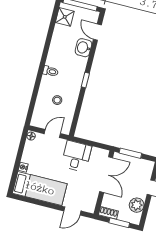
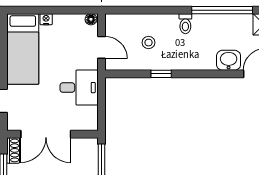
window: (48, 43) -> (222, 10), added
window: (85, 80) -> (161, 74), moved
double door: (106, 175) -> (46, 134), moved

